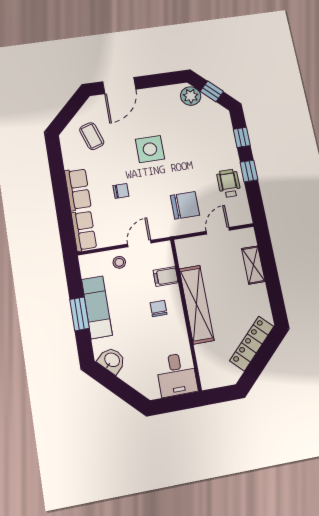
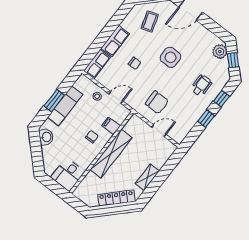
wheelchair: (229, 183) -> (202, 85), moved
shelving: (253, 265) -> (147, 177), moved

